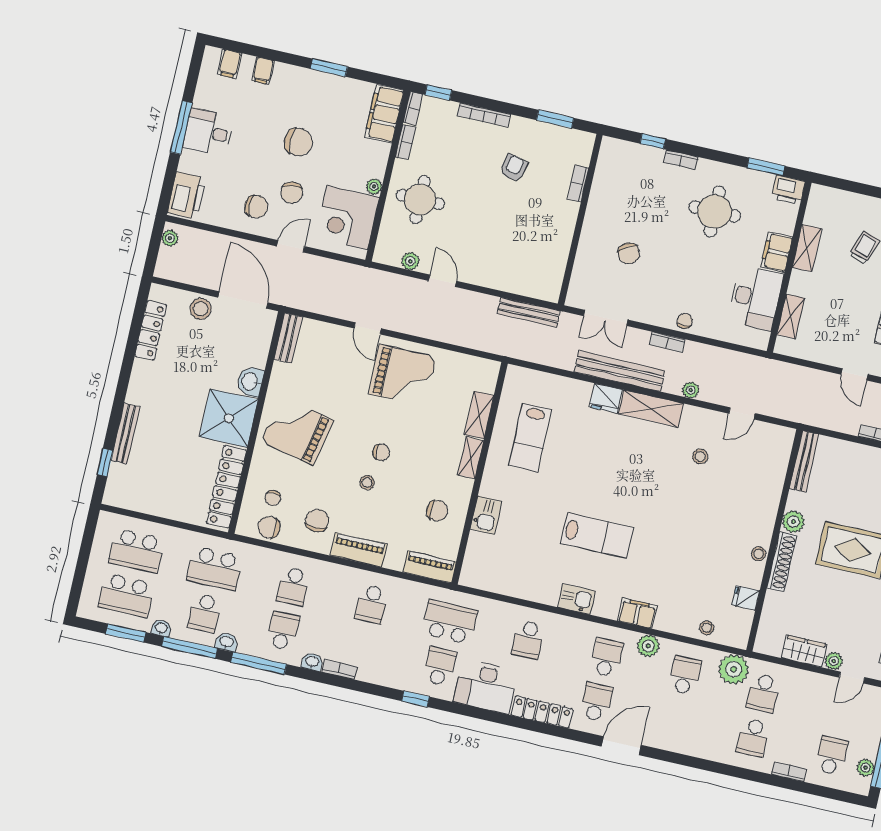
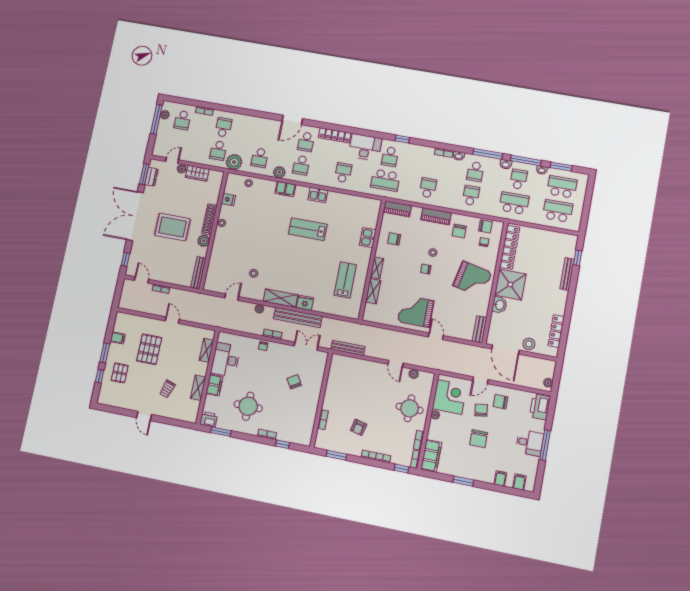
chair: (298, 142) -> (479, 439), turned -90
school desk: (763, 693) -> (218, 150), turned 180

